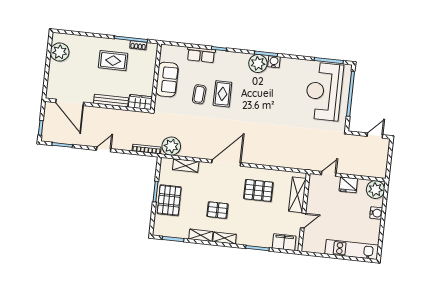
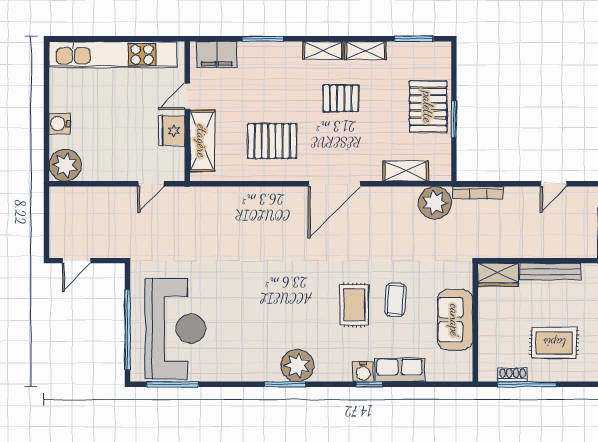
water cooler: (274, 62) -> (363, 372), moved
fridge: (348, 185) -> (172, 131), moved, turned -90
kitchen unit: (352, 250) -> (113, 54), width x1.36

